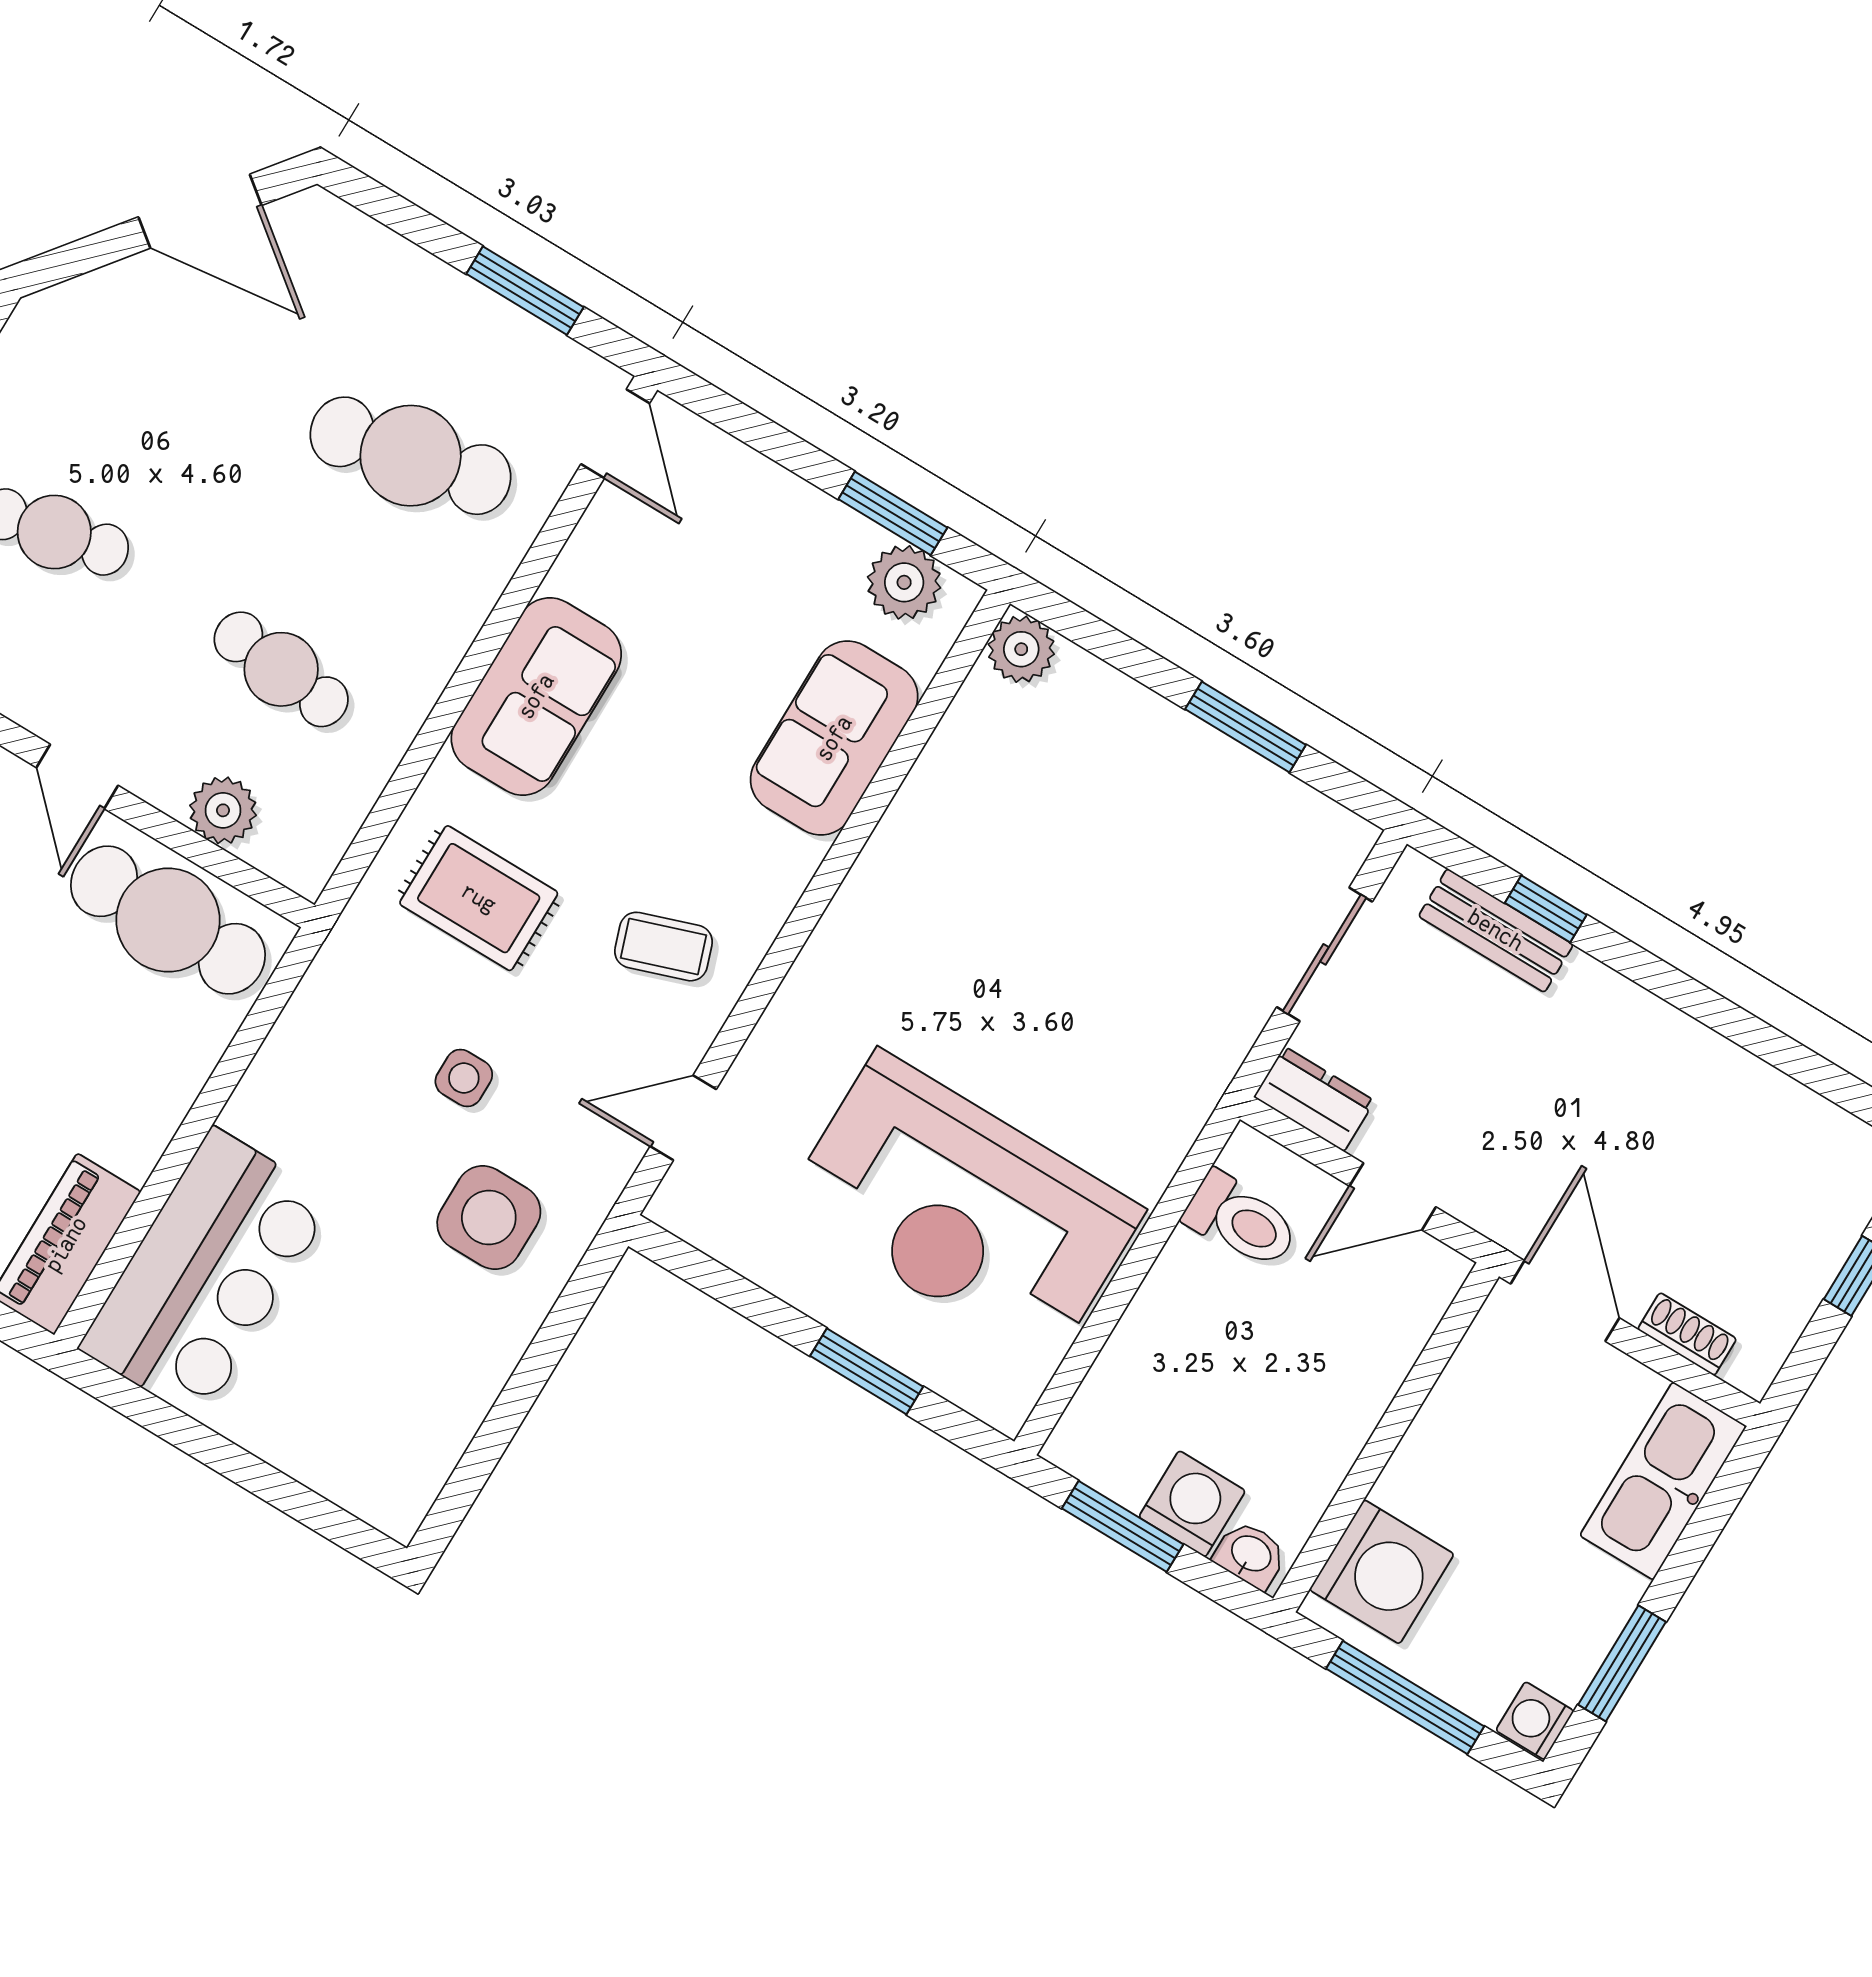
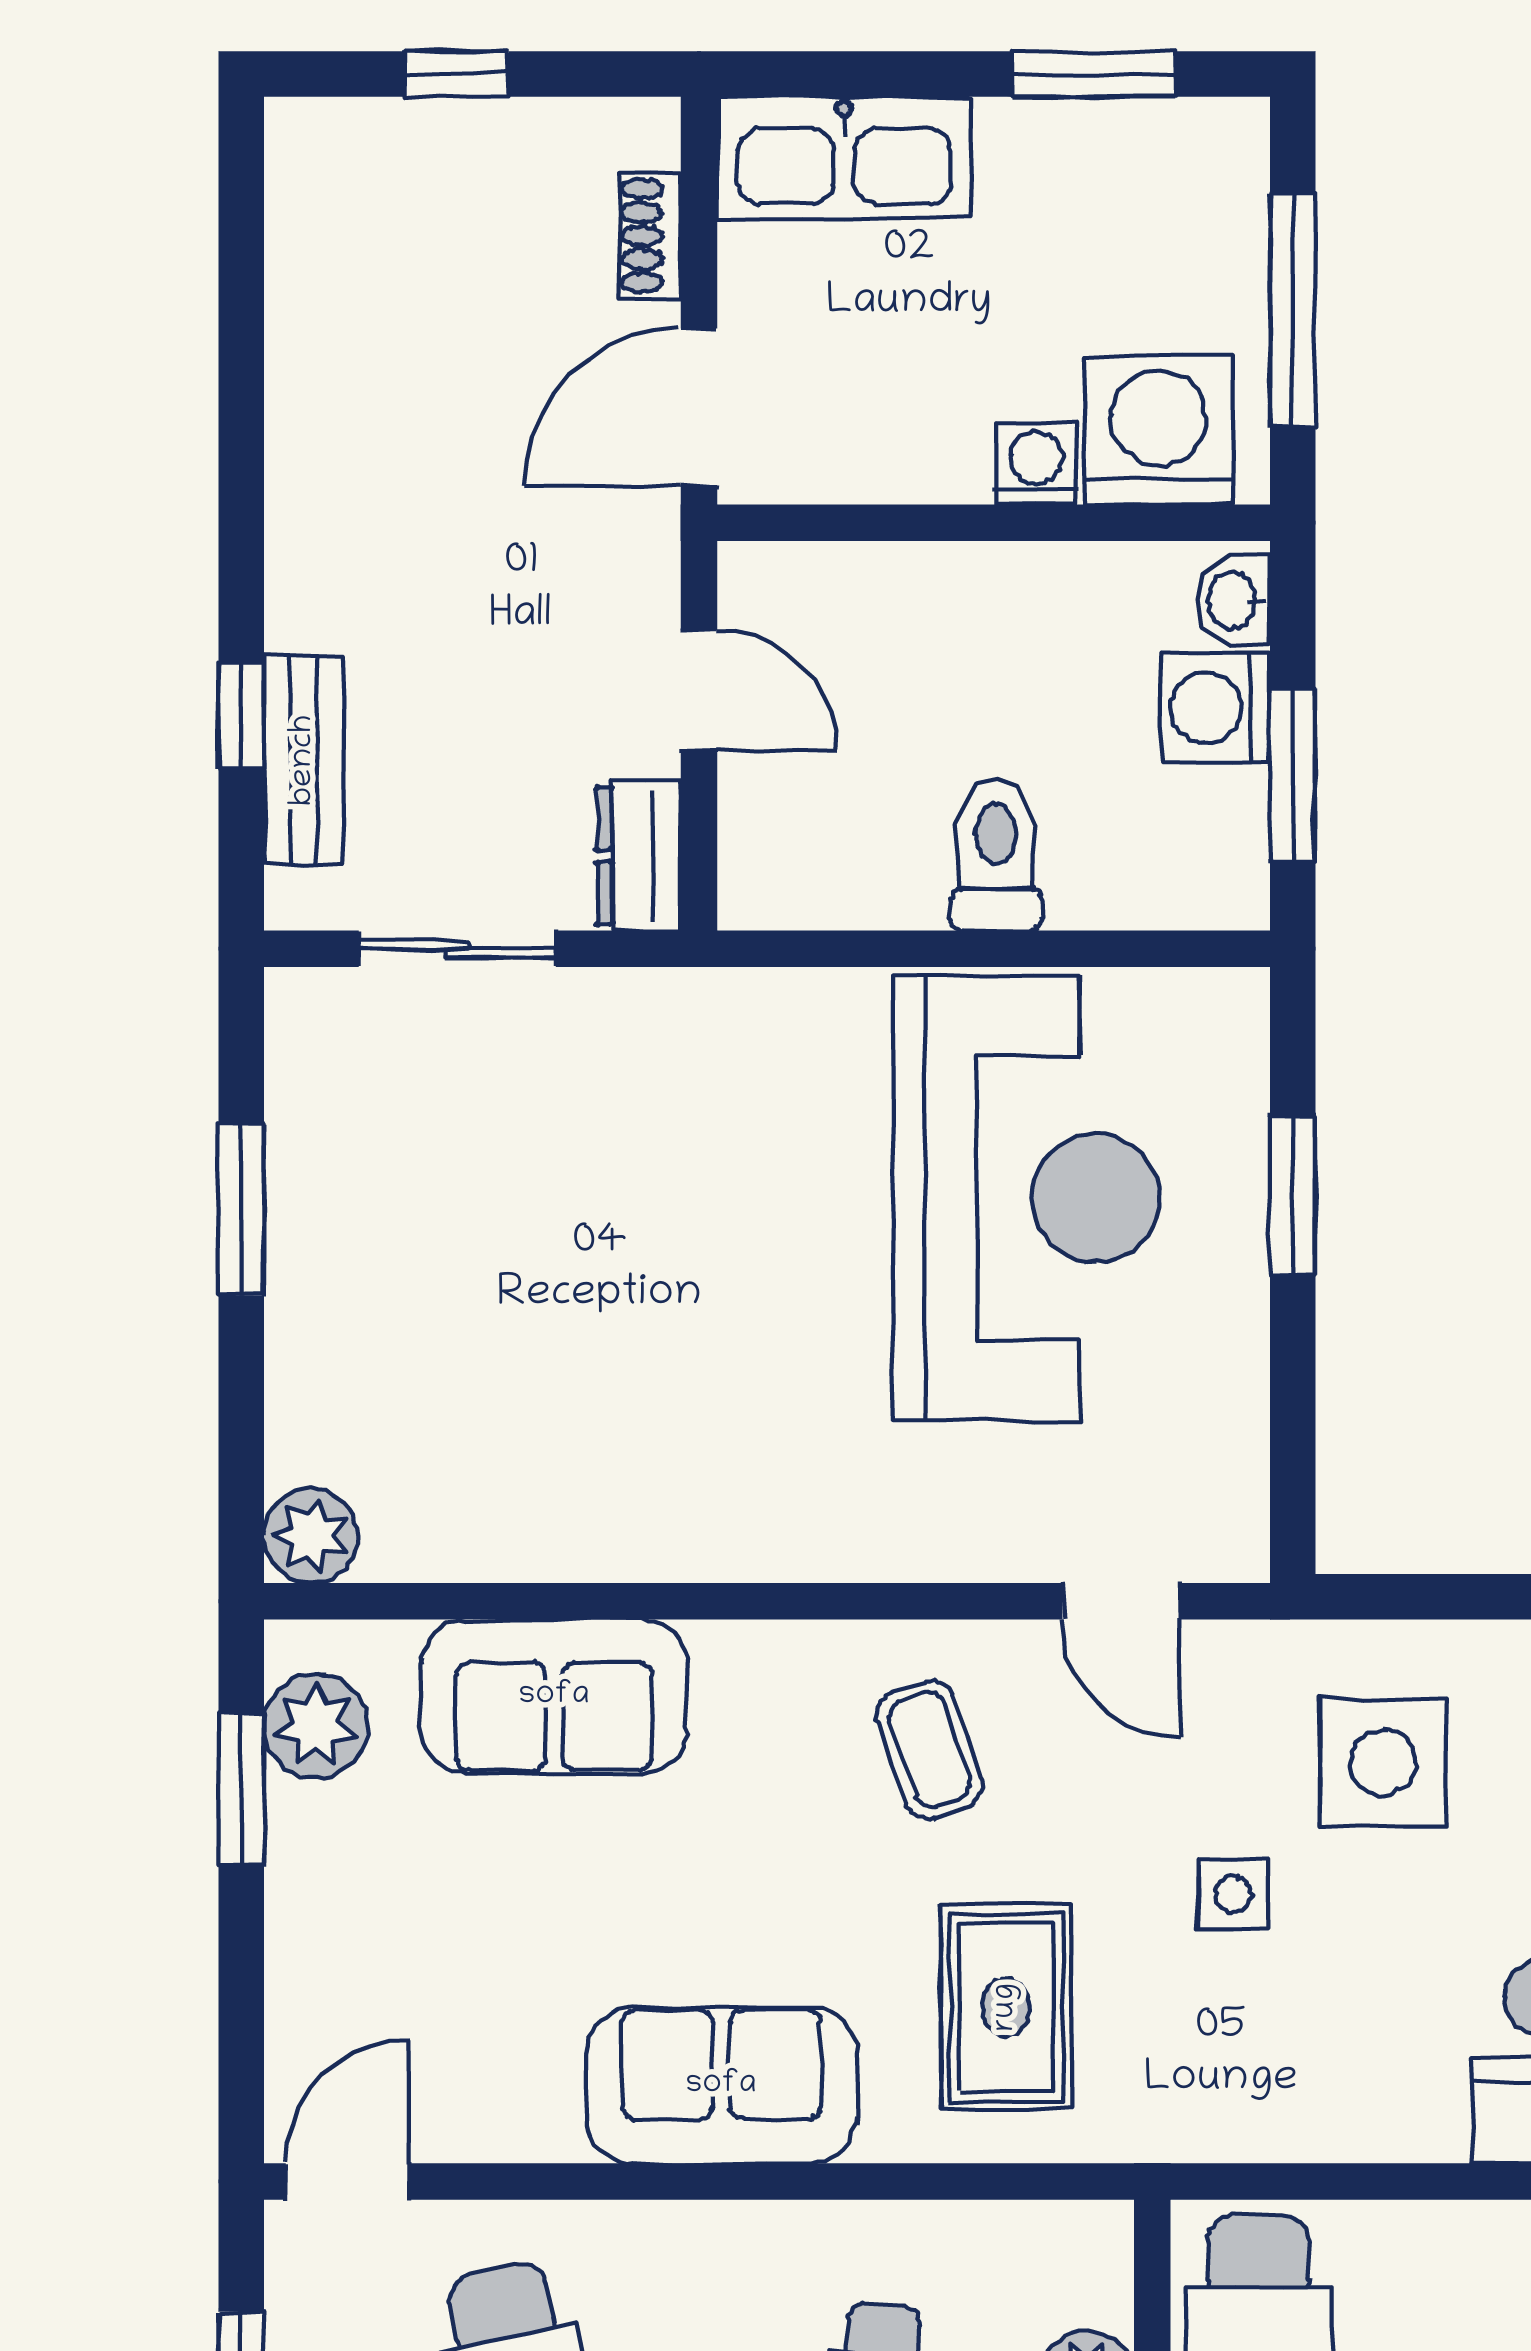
toilet: (1241, 1221) -> (996, 855), moved
washing machine: (1535, 1721) -> (1036, 464), moved, turned 180

